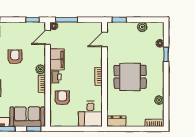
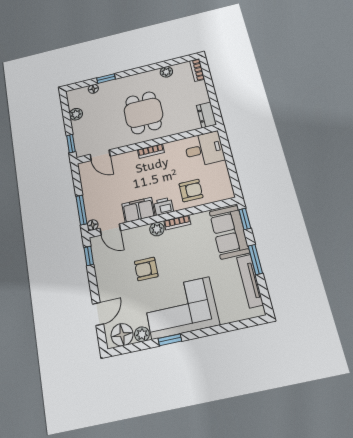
armchair: (62, 98) -> (191, 190), turned 180

